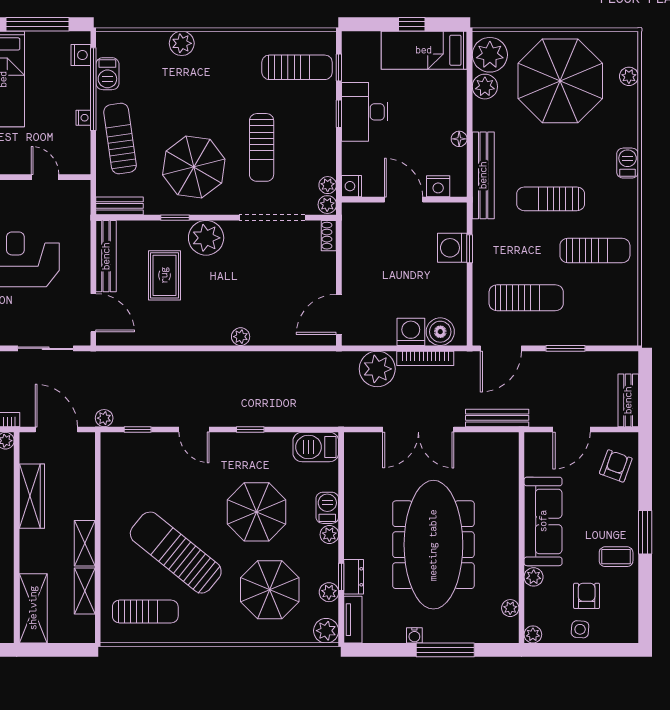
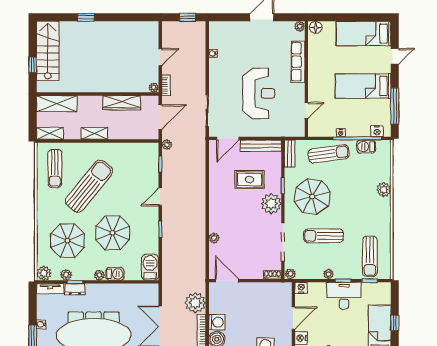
plant: (328, 185) -> (328, 274), moved
plant: (241, 337) -> (214, 238), moved
shelving: (85, 591) -> (50, 133), moved

